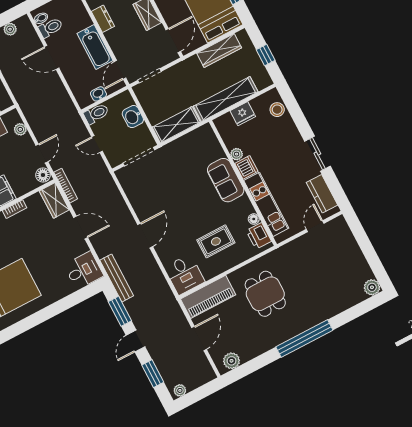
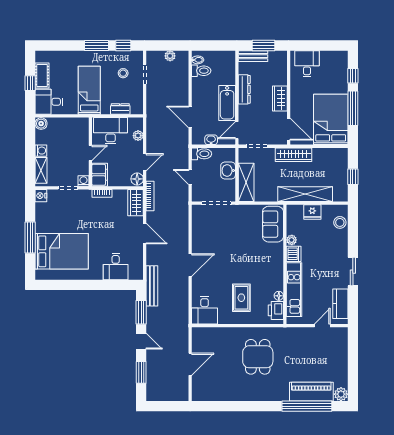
dresser: (103, 19) -> (244, 89), width x1.44
door: (173, 41) -> (289, 129), hinge flipped
wardrobe: (219, 50) -> (294, 155), moved
door: (52, 57) -> (190, 117), moved
shelving: (176, 125) -> (246, 182), moved, turned 90
sofa: (226, 180) -> (273, 224), moved
rug: (216, 241) -> (241, 298), turned 90
desk: (84, 270) -> (116, 267), moved, turned 90
piano: (208, 297) -> (311, 392), moved, turned 180
window: (304, 339) -> (307, 406), moved
door: (136, 341) -> (141, 341), swing flipped
plant: (232, 361) -> (206, 394), removed
plant: (180, 390) -> (155, 396), removed

